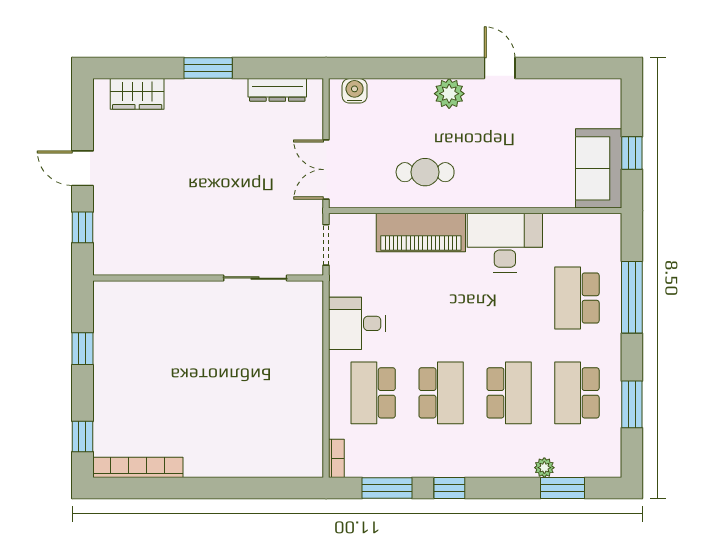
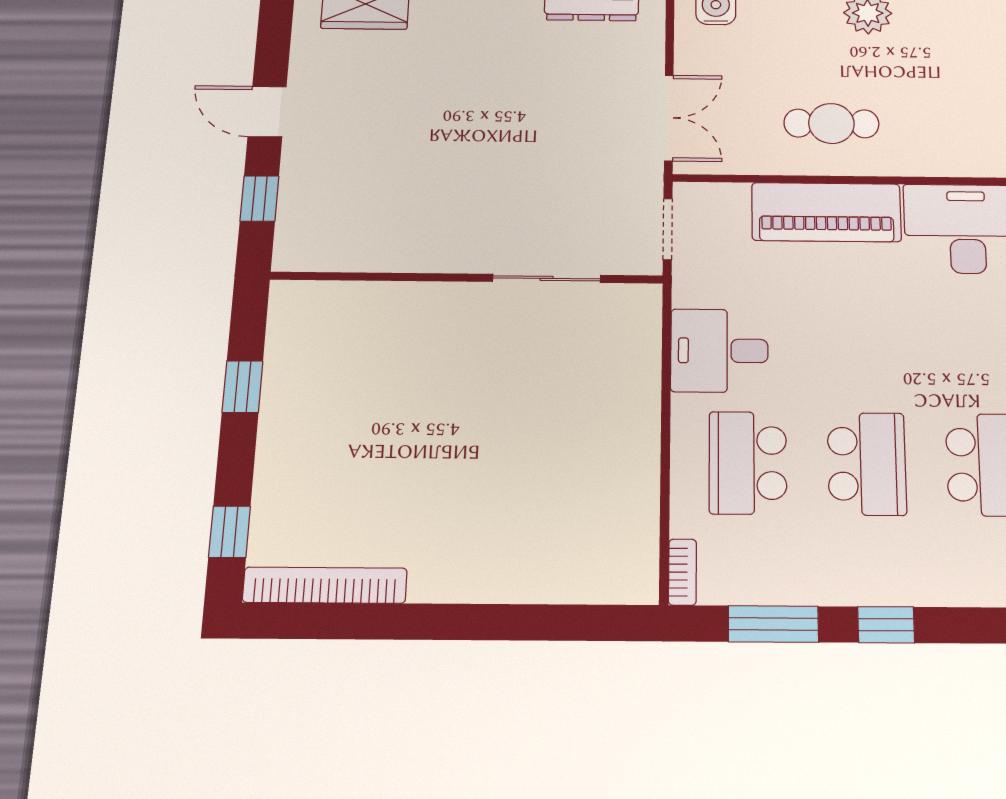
double door: (326, 170) -> (669, 118), swing flipped

